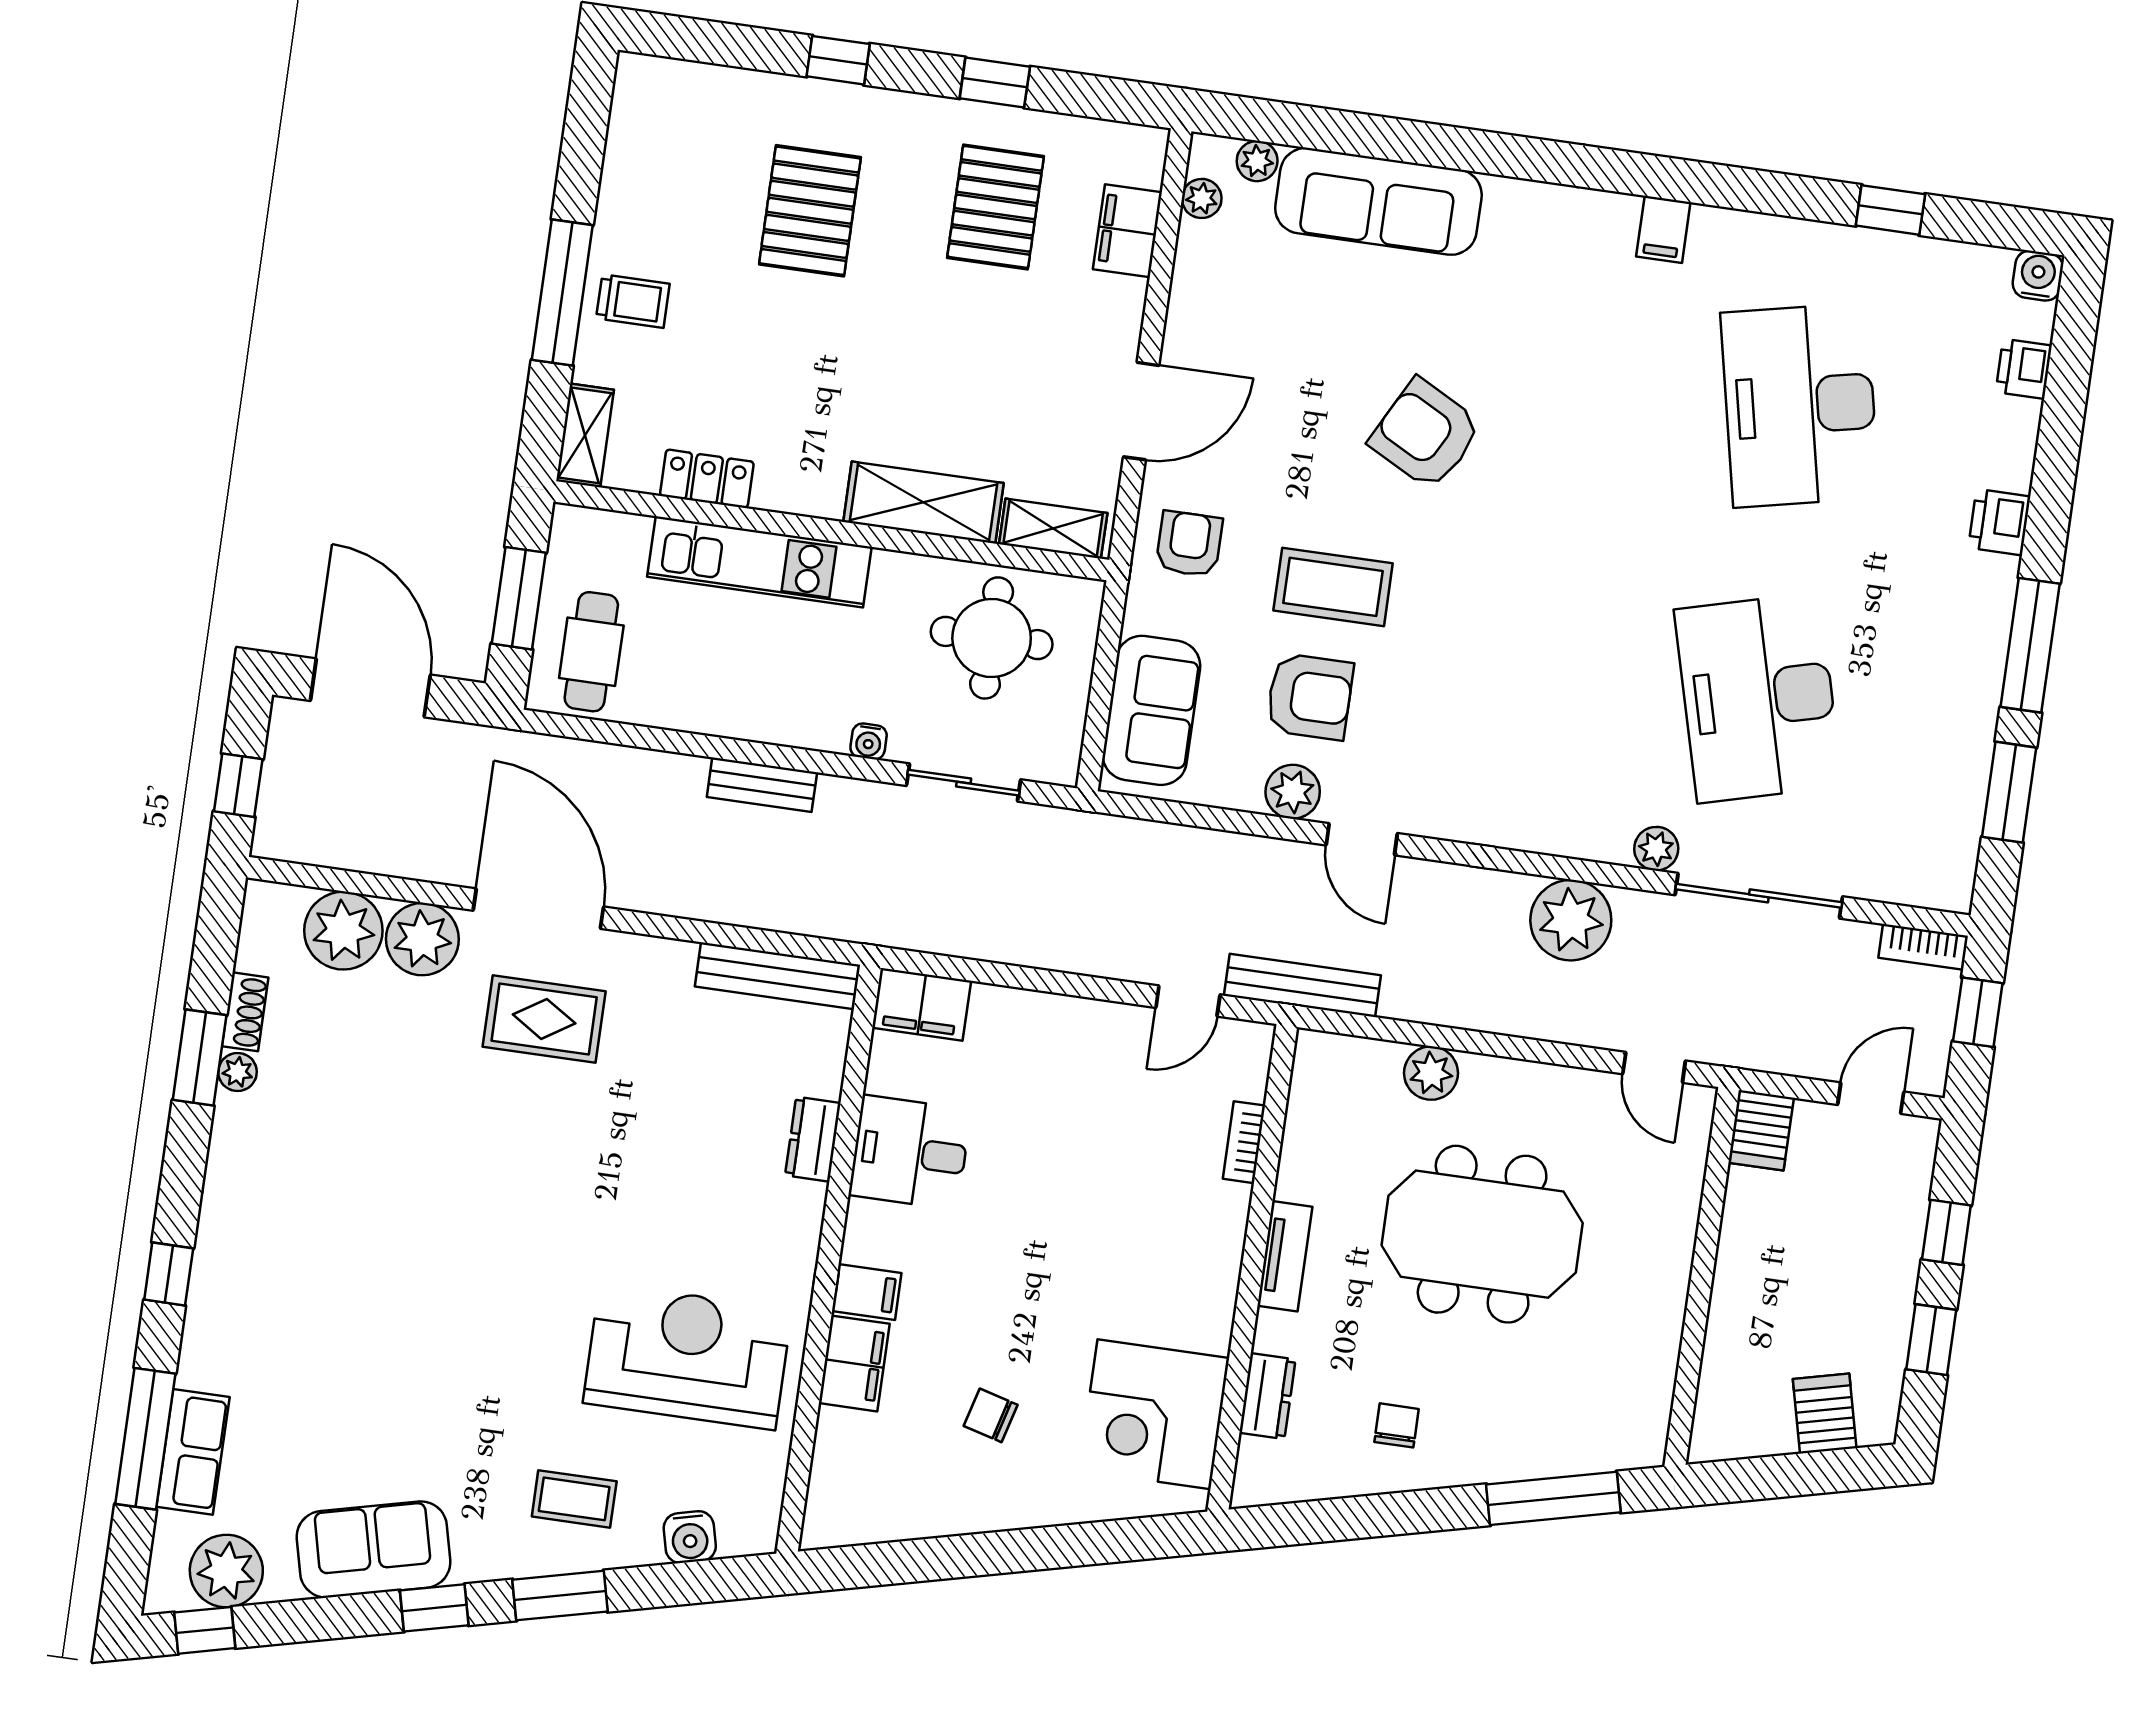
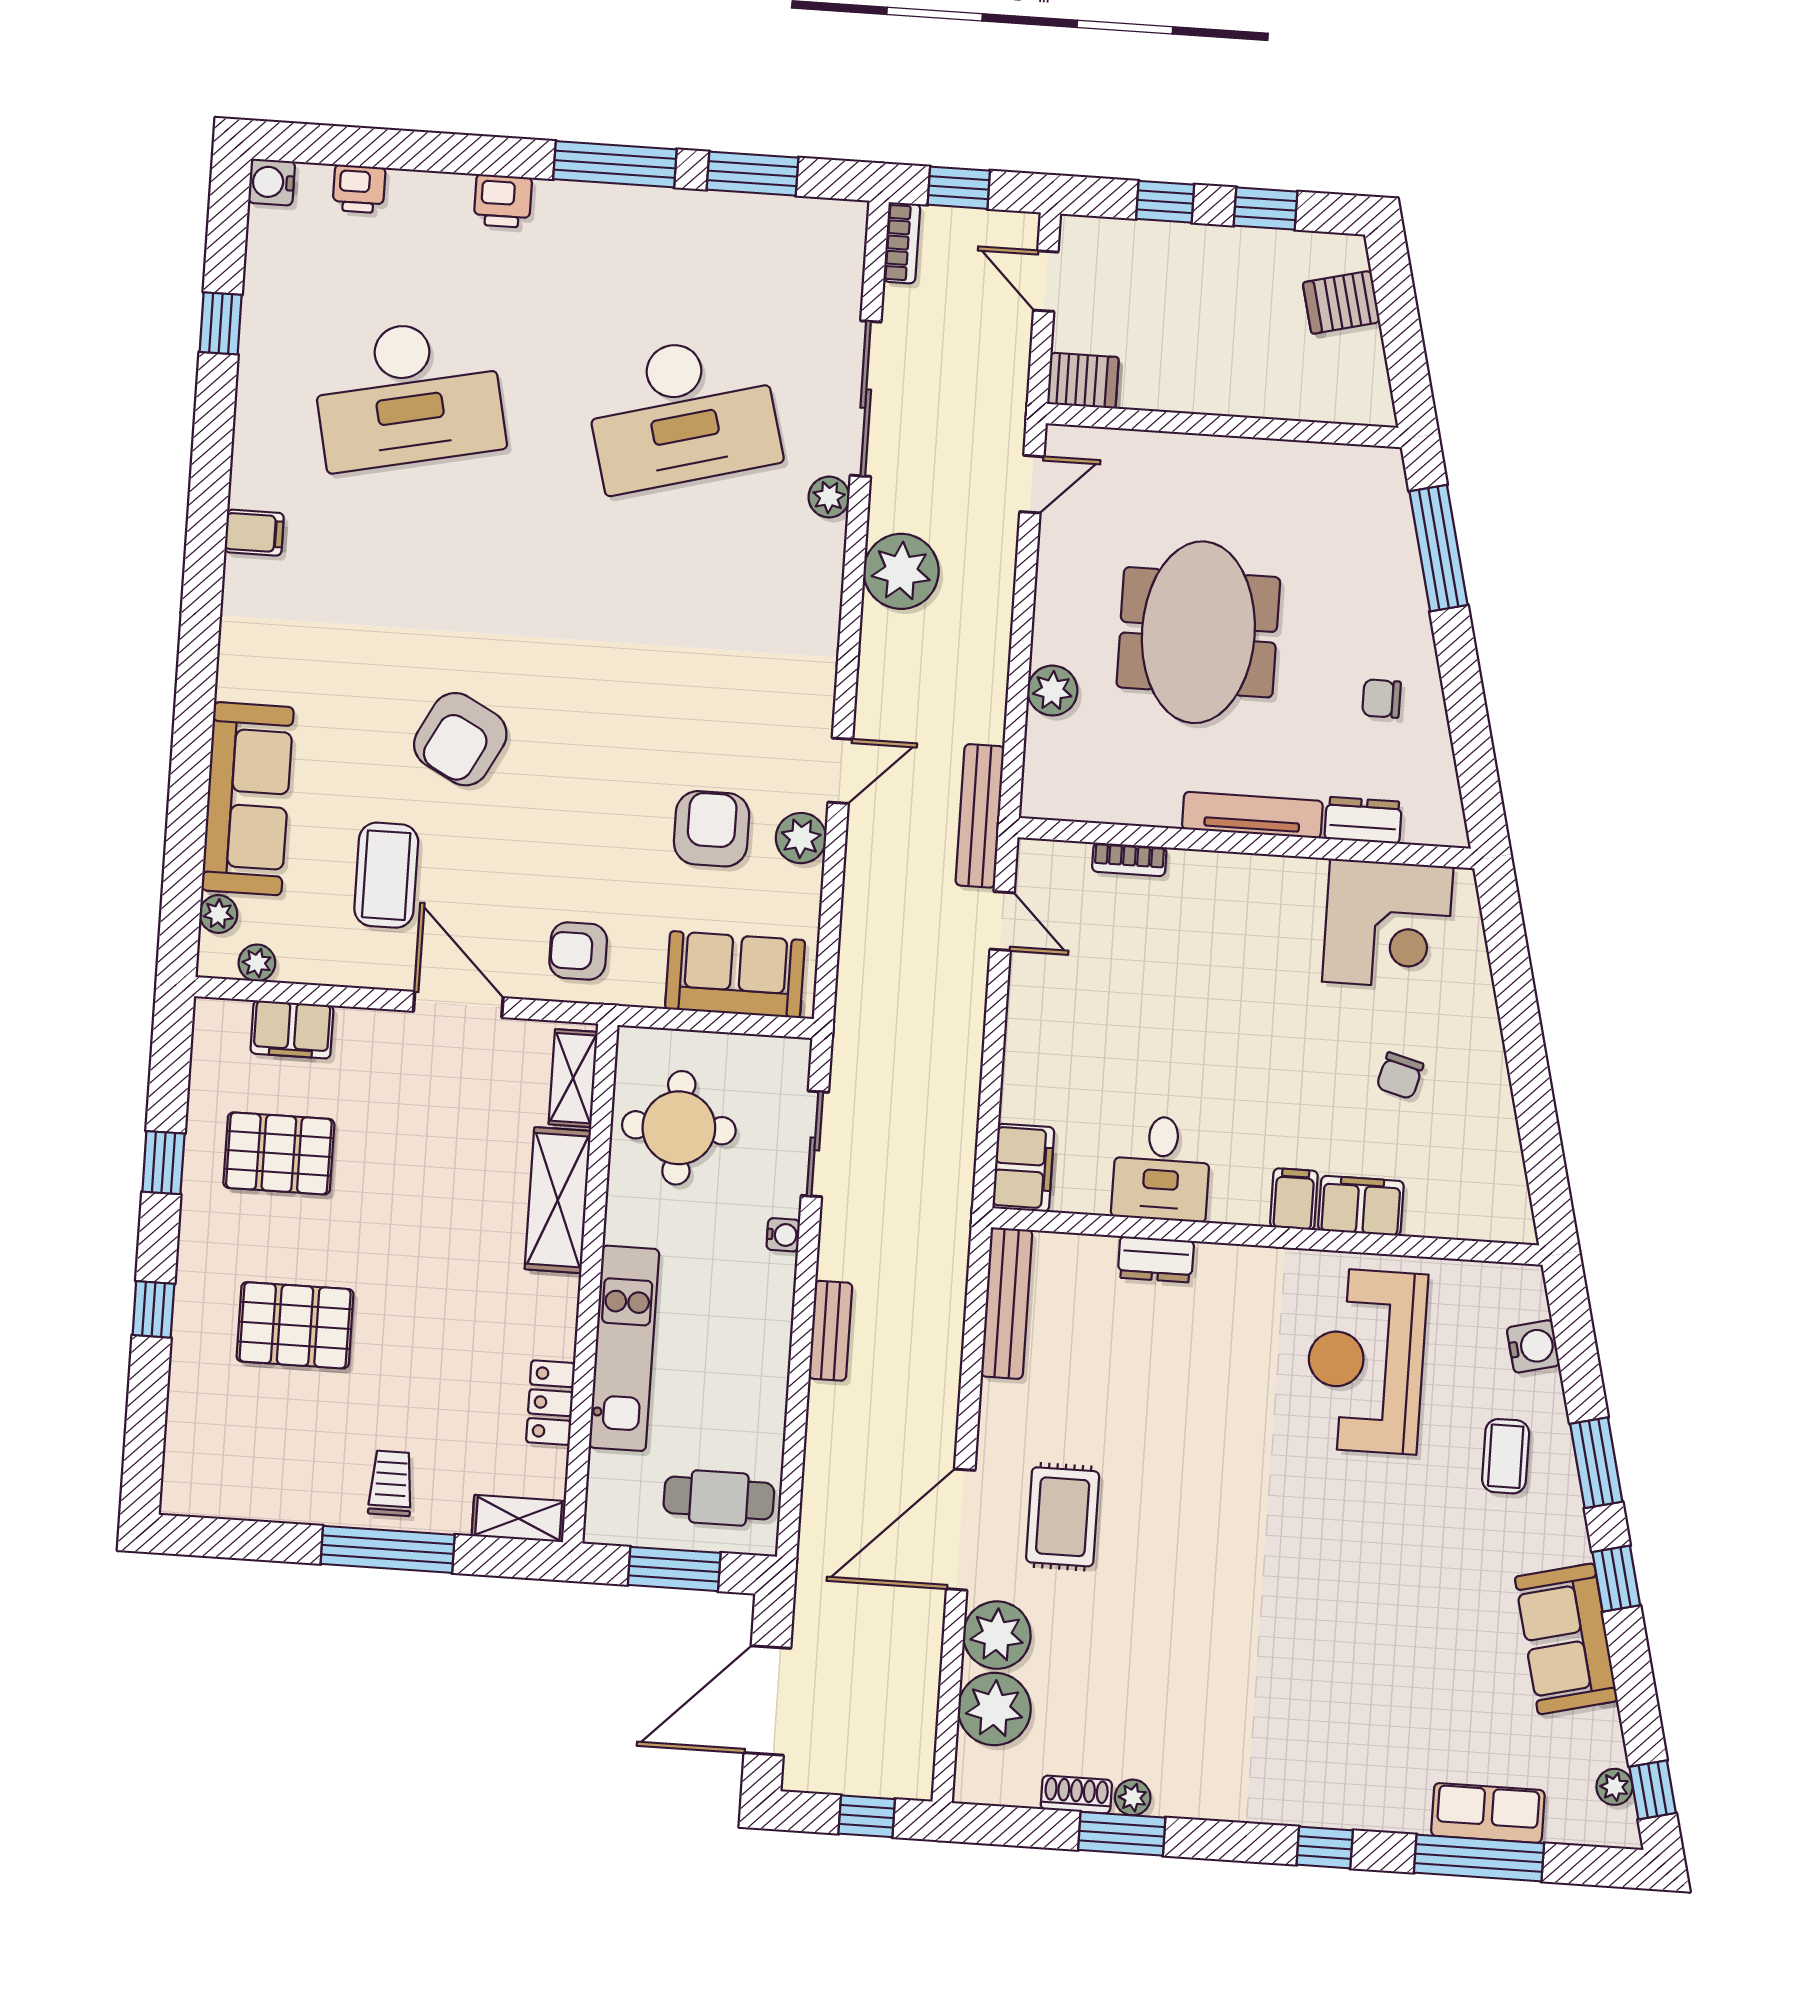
coffee table: (1333, 587) -> (386, 875), moved
tv unit: (1285, 1256) -> (1252, 815), width x1.41
plant: (226, 1571) -> (1614, 1787), width x0.53, depth x0.53

